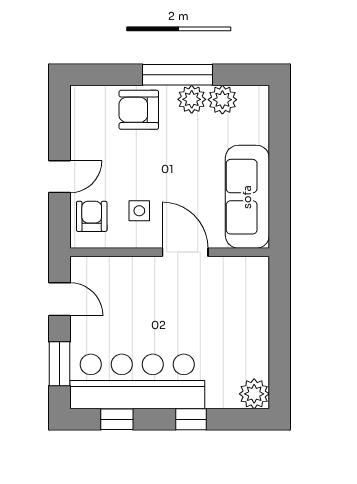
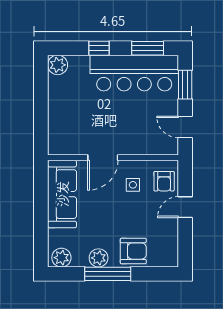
plant: (222, 100) -> (61, 258), moved
door: (185, 252) -> (103, 158), hinge flipped
window: (117, 419) -> (148, 48), width x1.50

